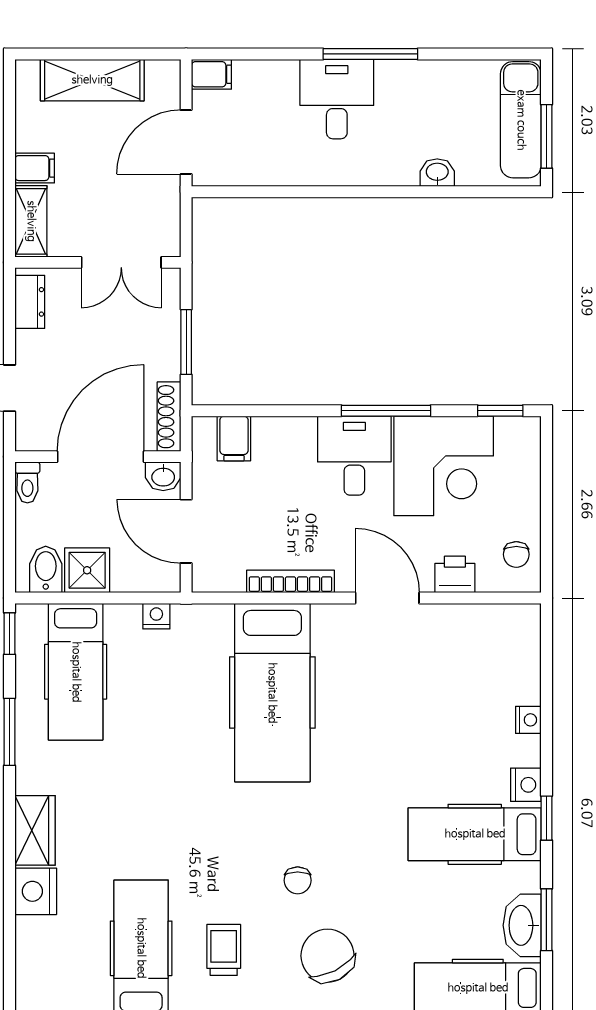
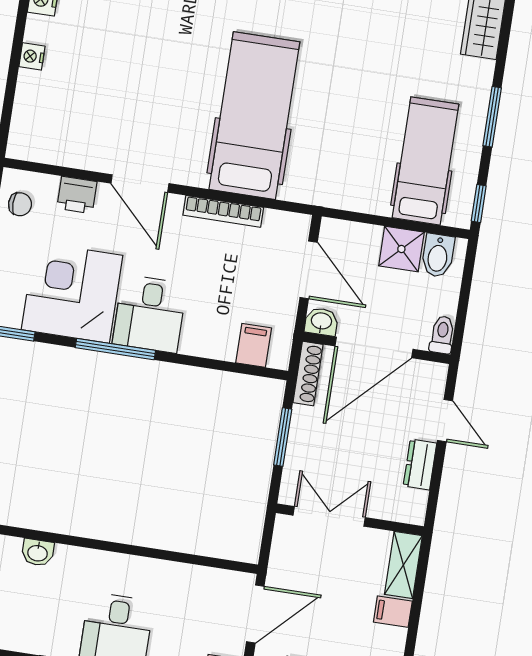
dresser: (30, 302) -> (420, 465), moved
chair: (516, 554) -> (20, 204), turned 90
nightstand: (156, 616) -> (346, 199), removed

